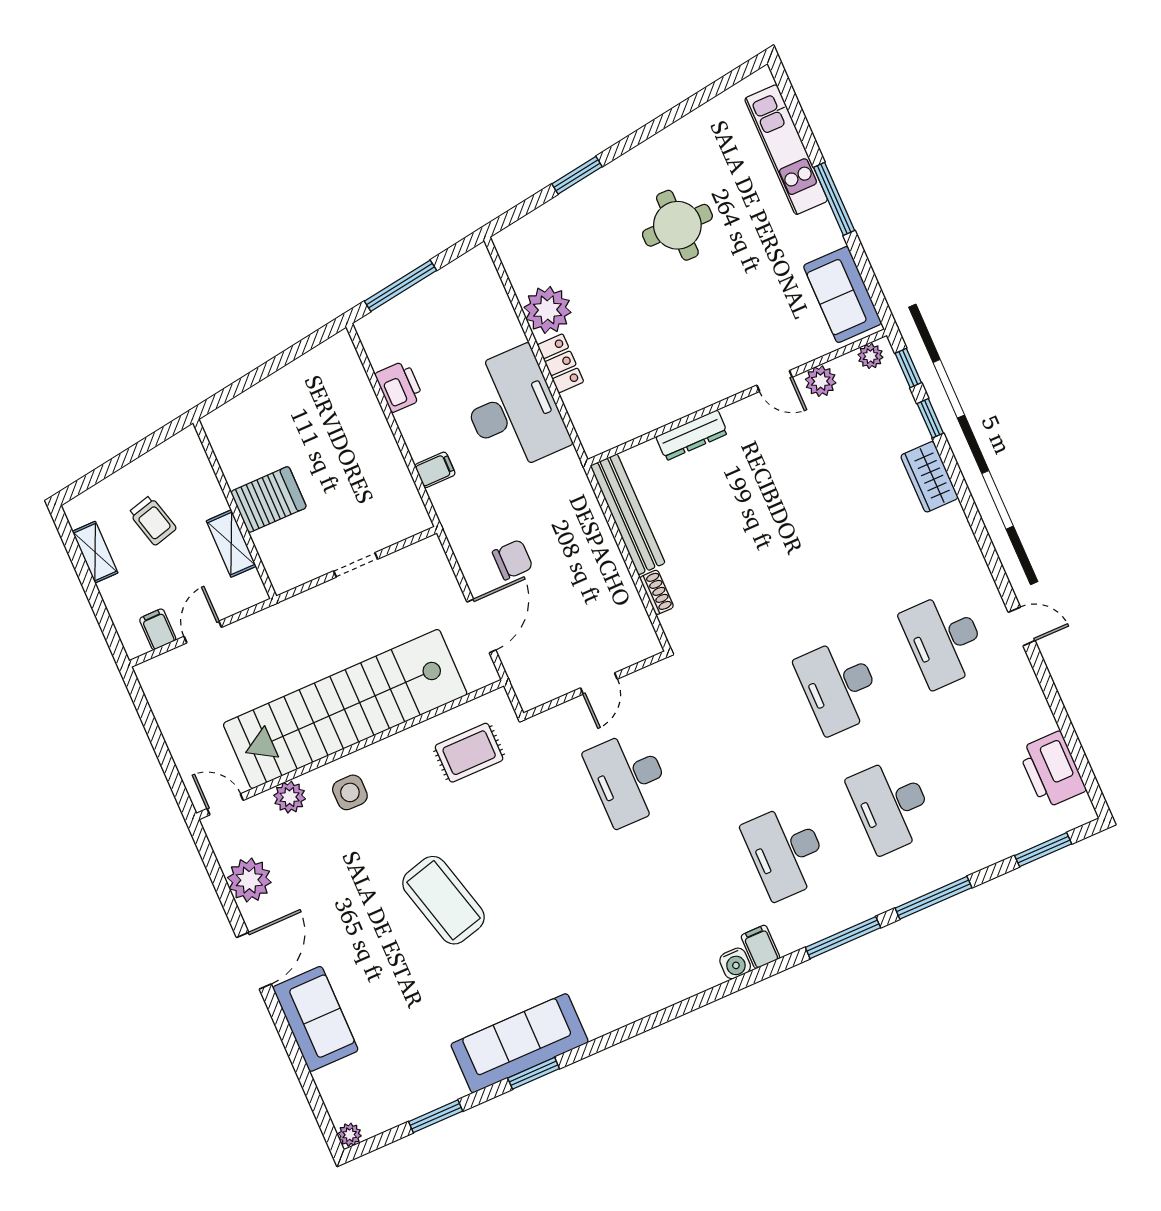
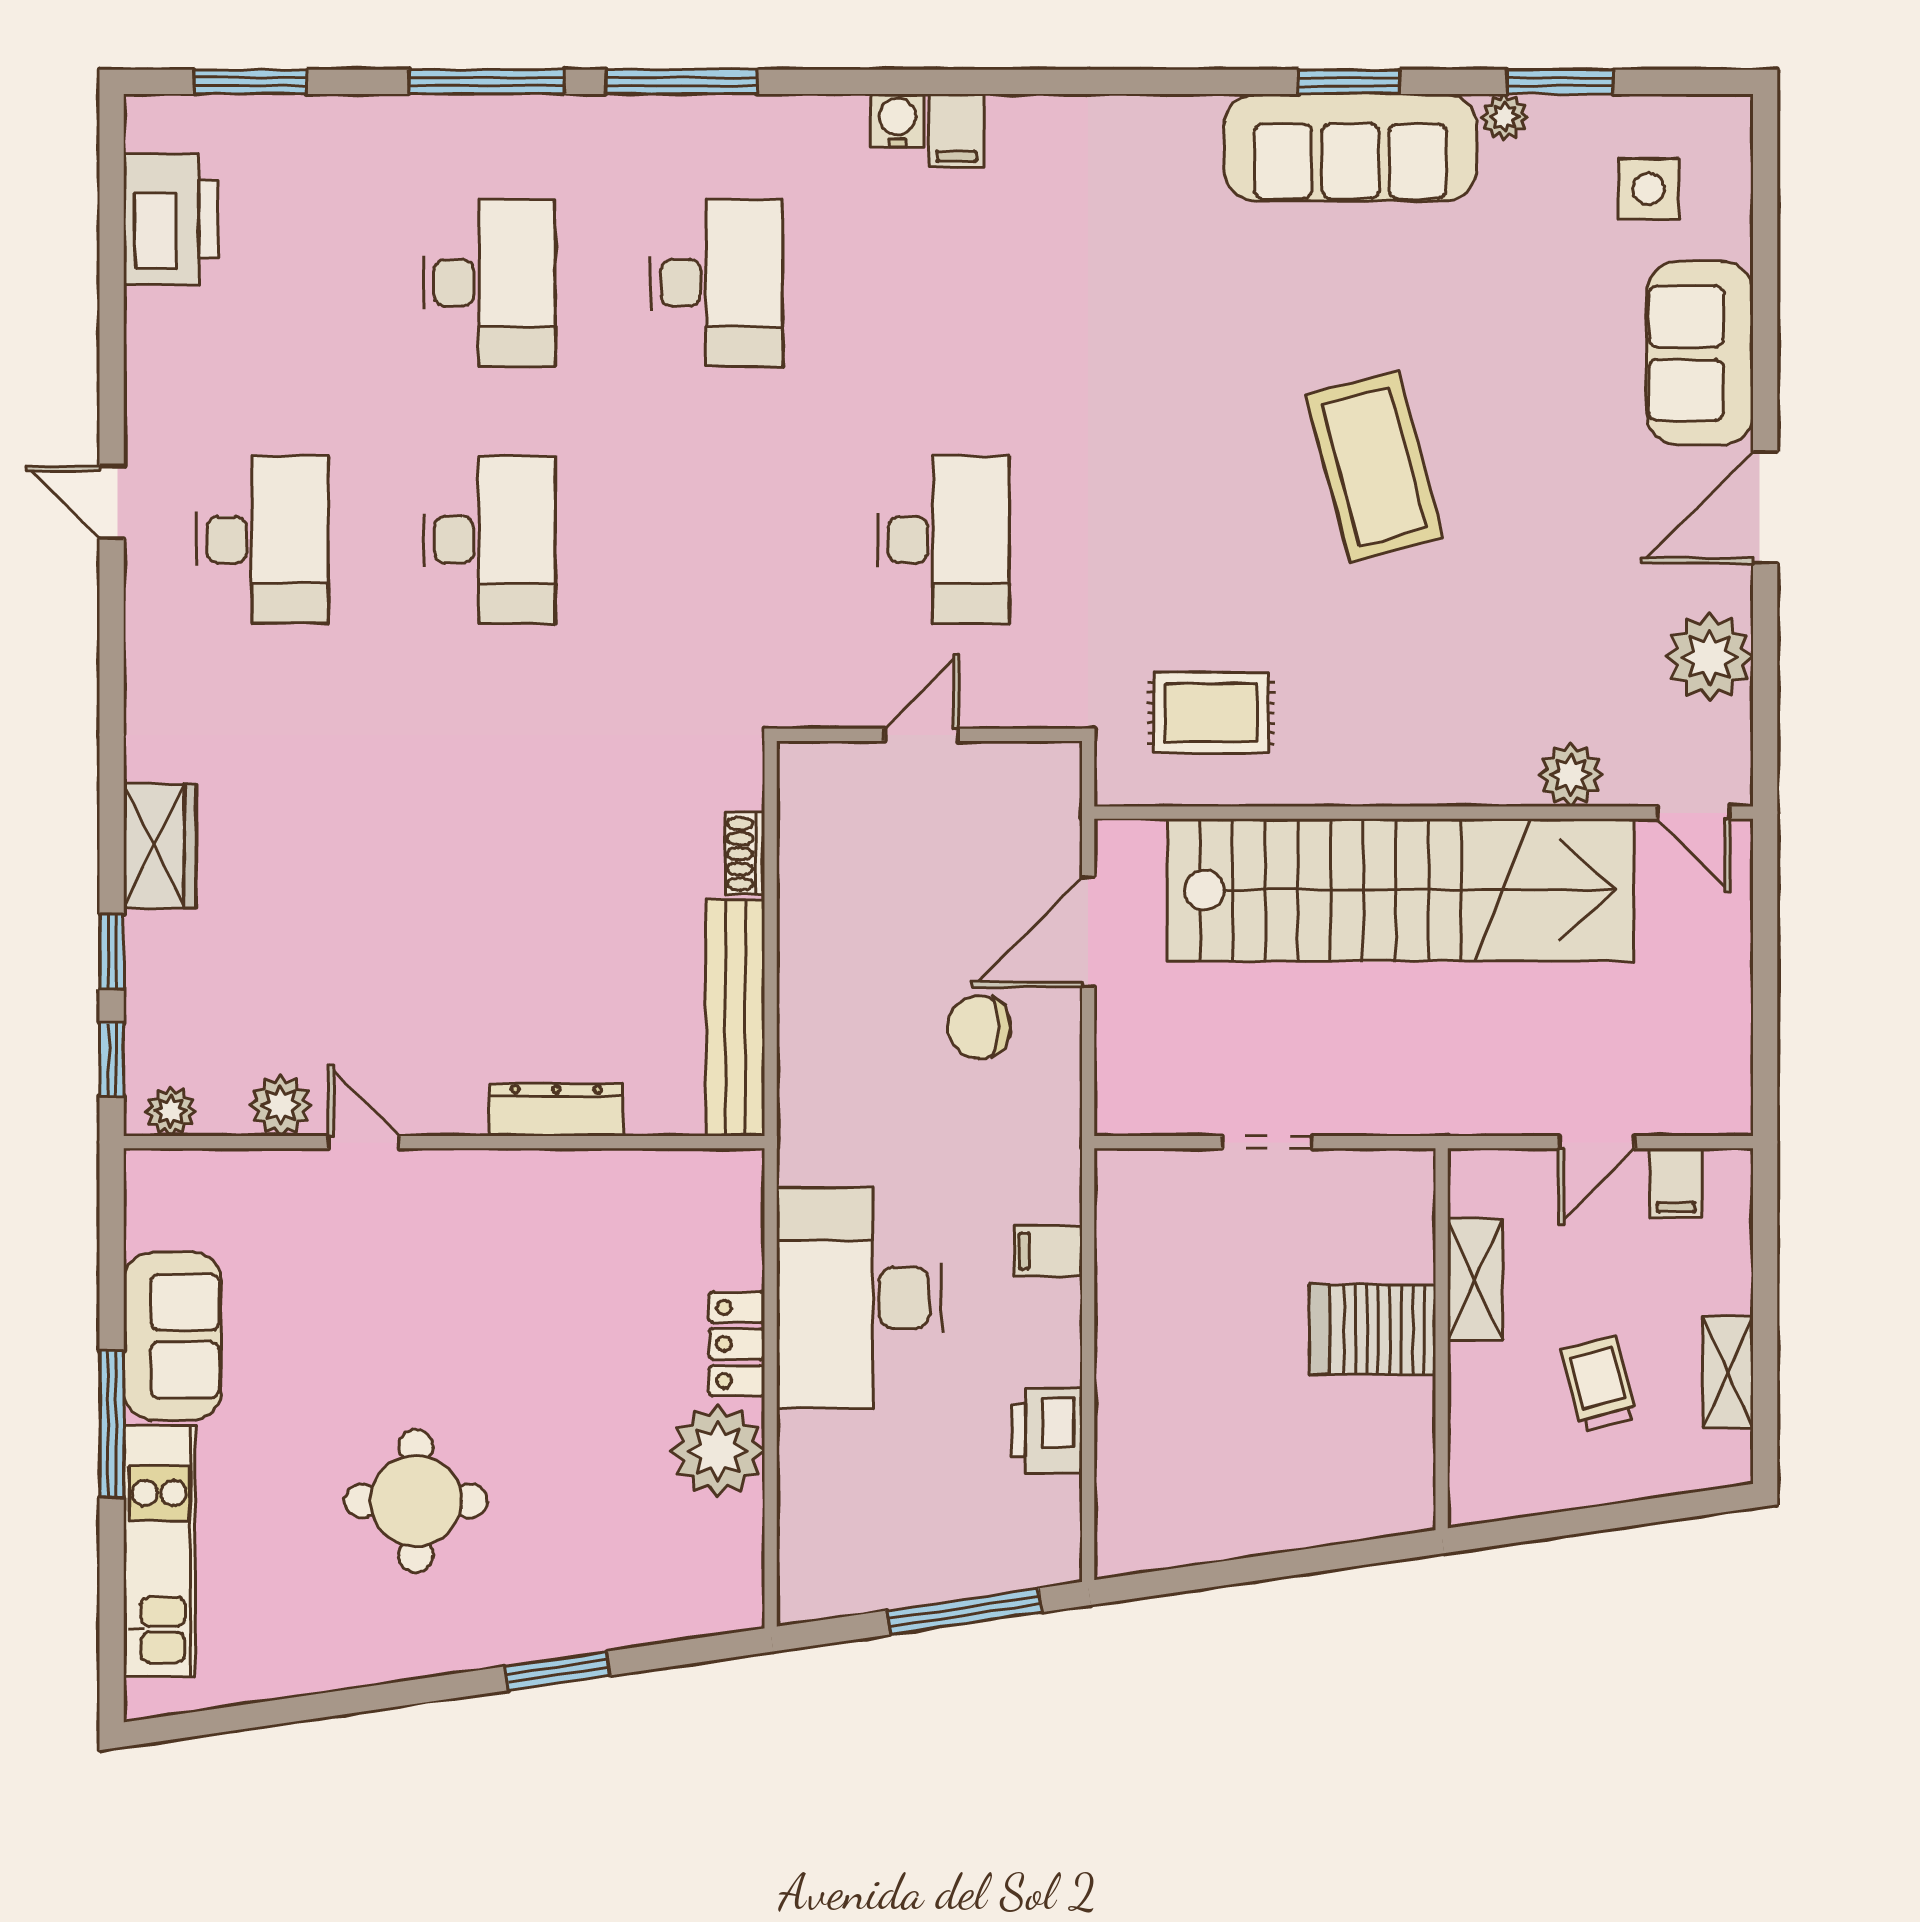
sofa: (842, 295) -> (172, 1336), moved
side table: (350, 792) -> (1649, 189), moved
filing cabinet: (760, 947) -> (956, 130), moved
plant: (350, 1135) -> (1504, 117), moved

